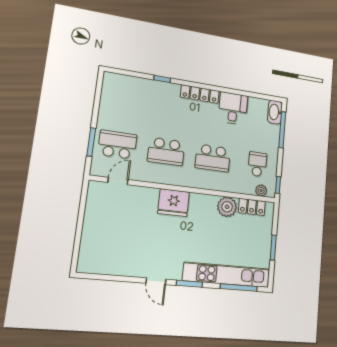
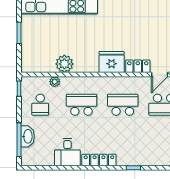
washbasin: (275, 112) -> (28, 136), moved
plant: (261, 191) -> (55, 82), moved
locker: (252, 207) -> (138, 66), moved

